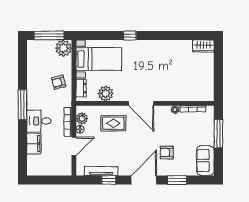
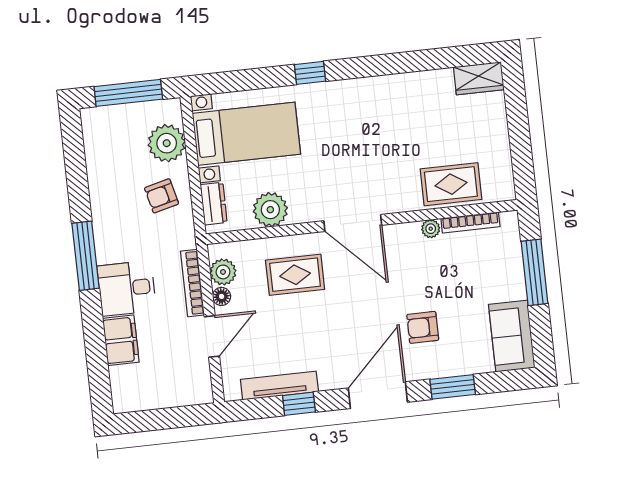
plant: (63, 48) -> (167, 143), moved
rug: (186, 91) -> (451, 184), added

